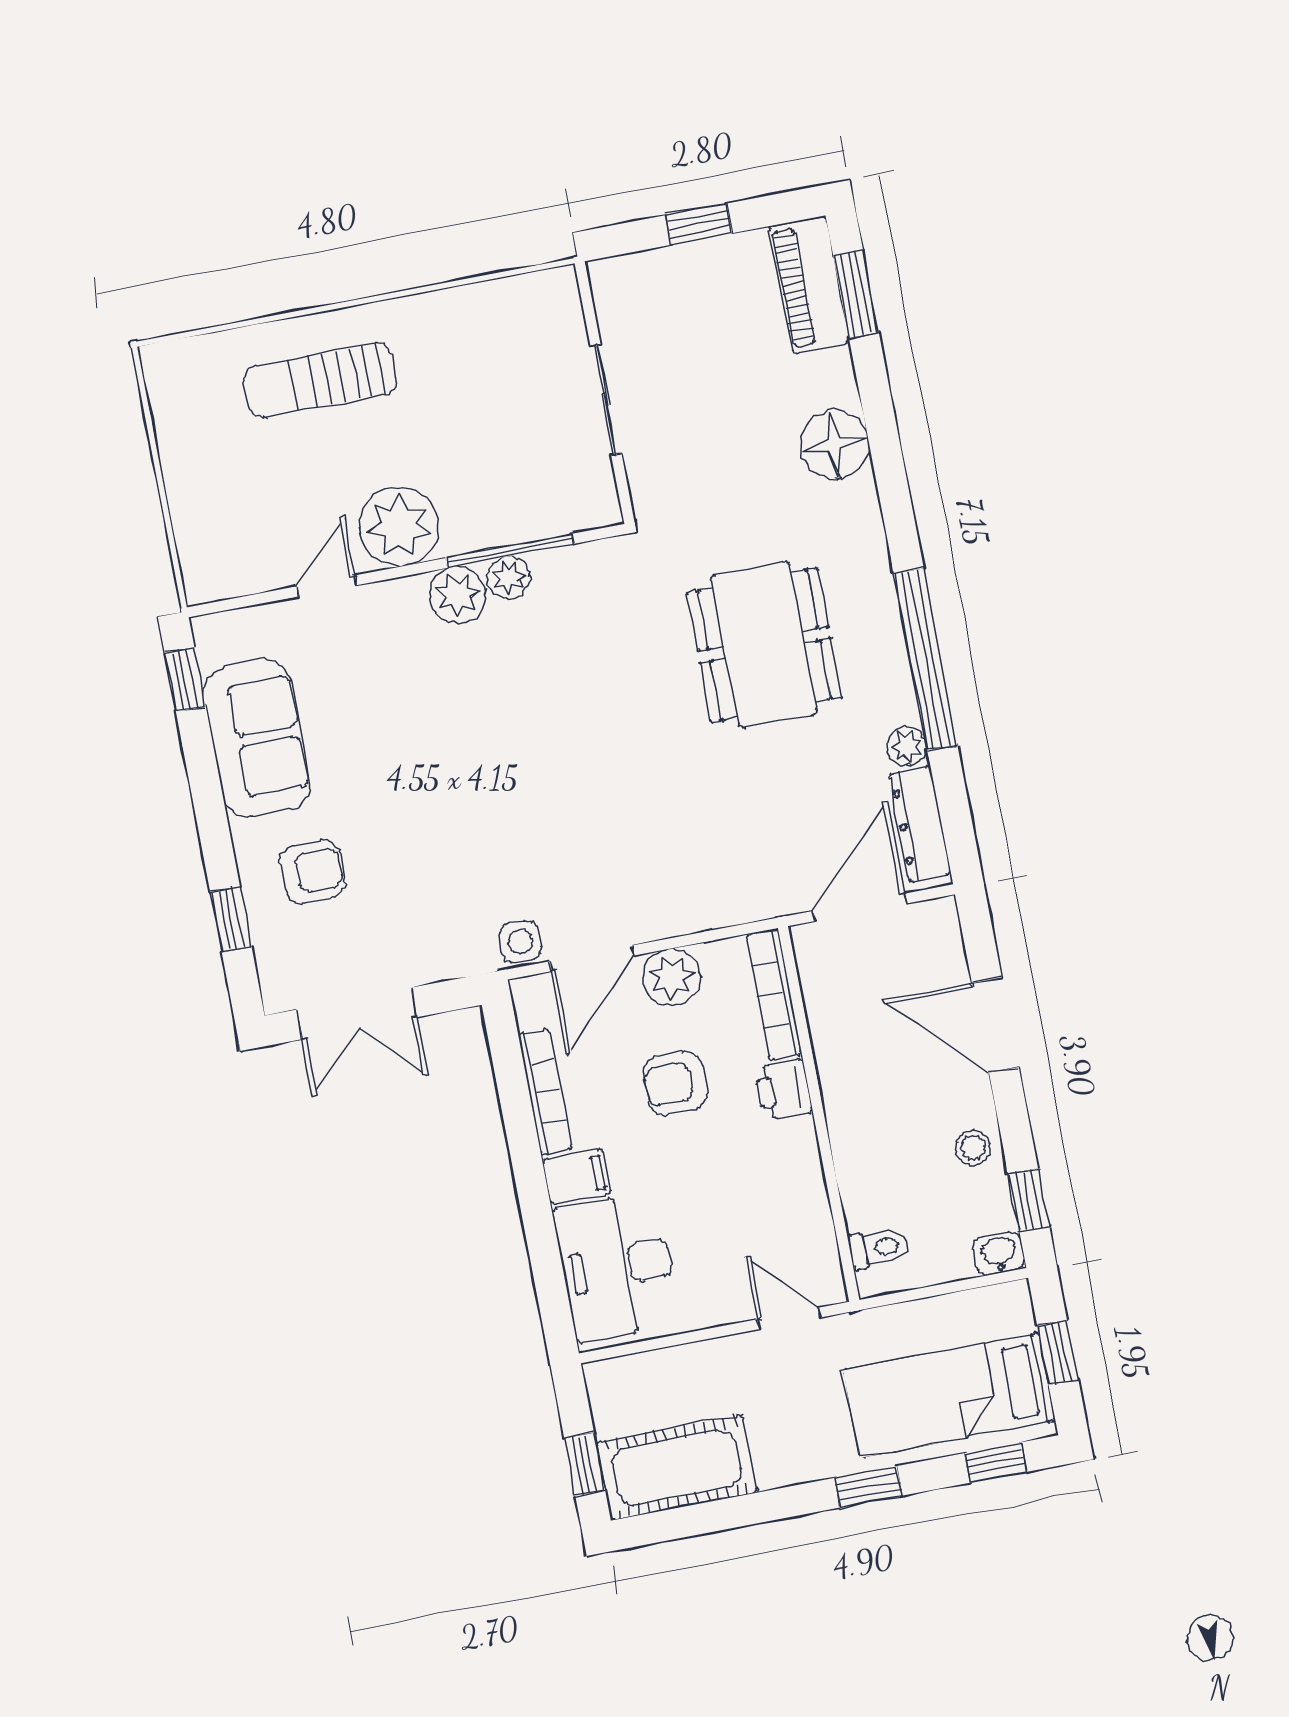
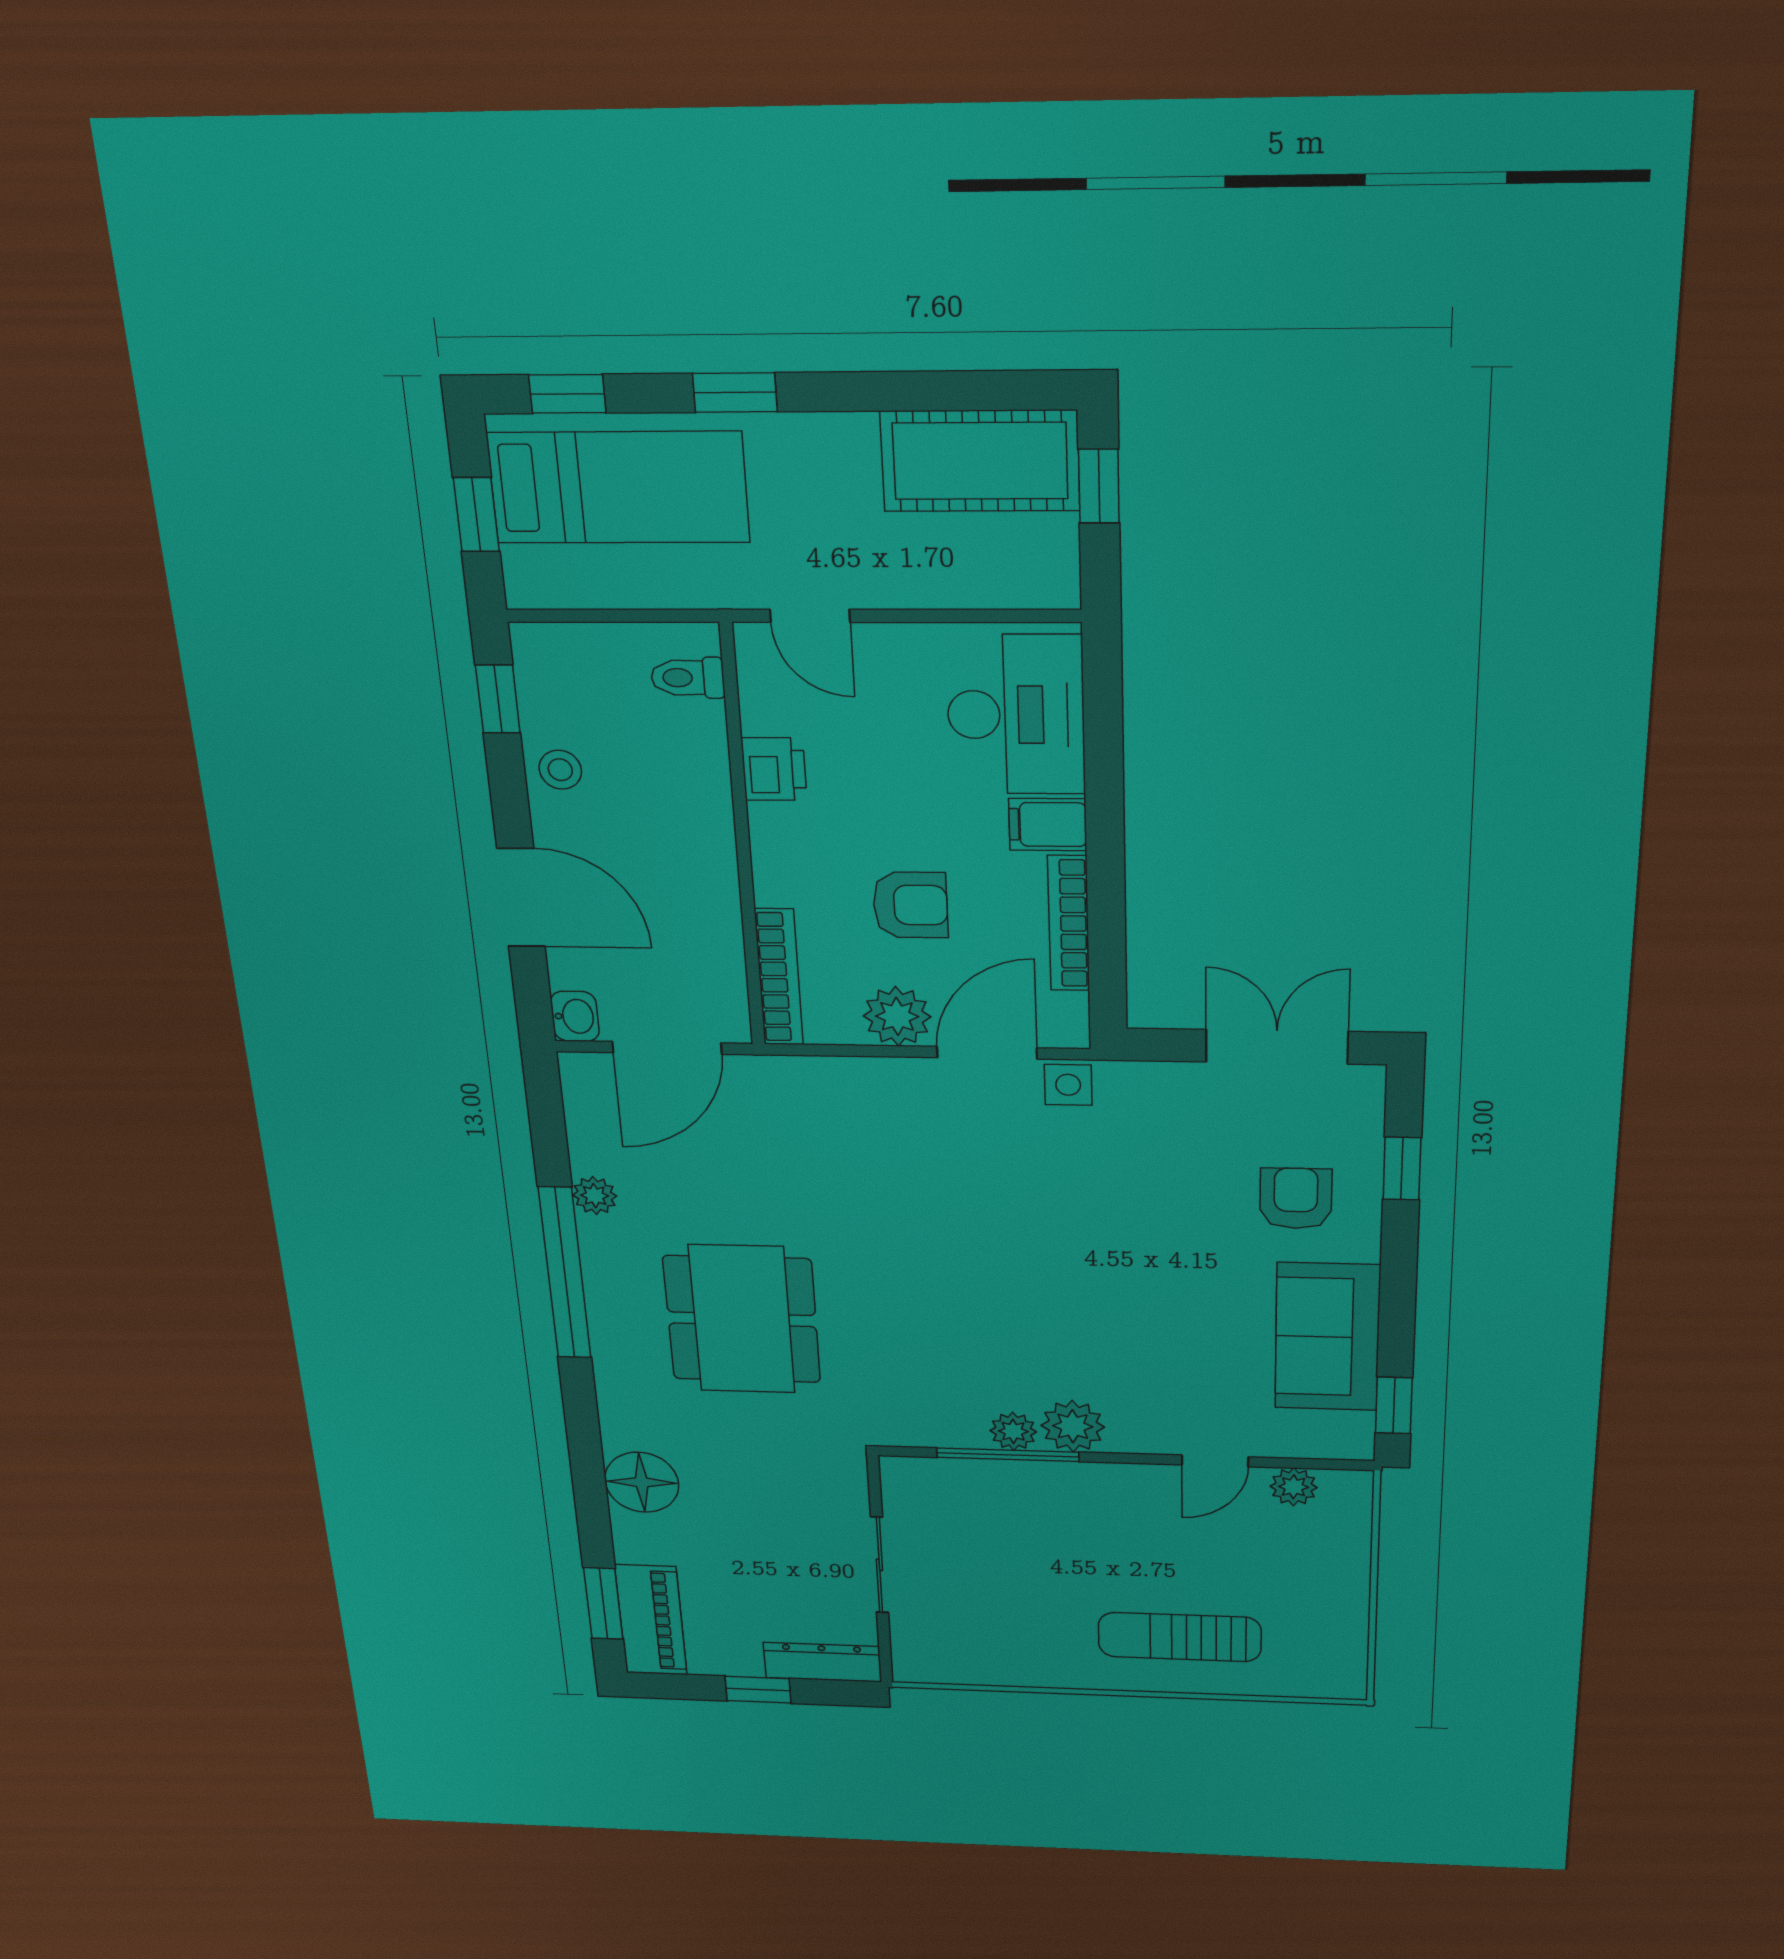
sun lounger: (320, 380) -> (1180, 1637), turned 180
plant: (399, 526) -> (1294, 1487), moved, width x0.53, depth x0.53
dresser: (920, 824) -> (822, 1662), moved, turned -90
armchair: (312, 872) -> (1296, 1198), turned 90
printer: (783, 1090) -> (774, 769), moved
washbasin: (999, 1253) -> (575, 1016), moved, turned -90

